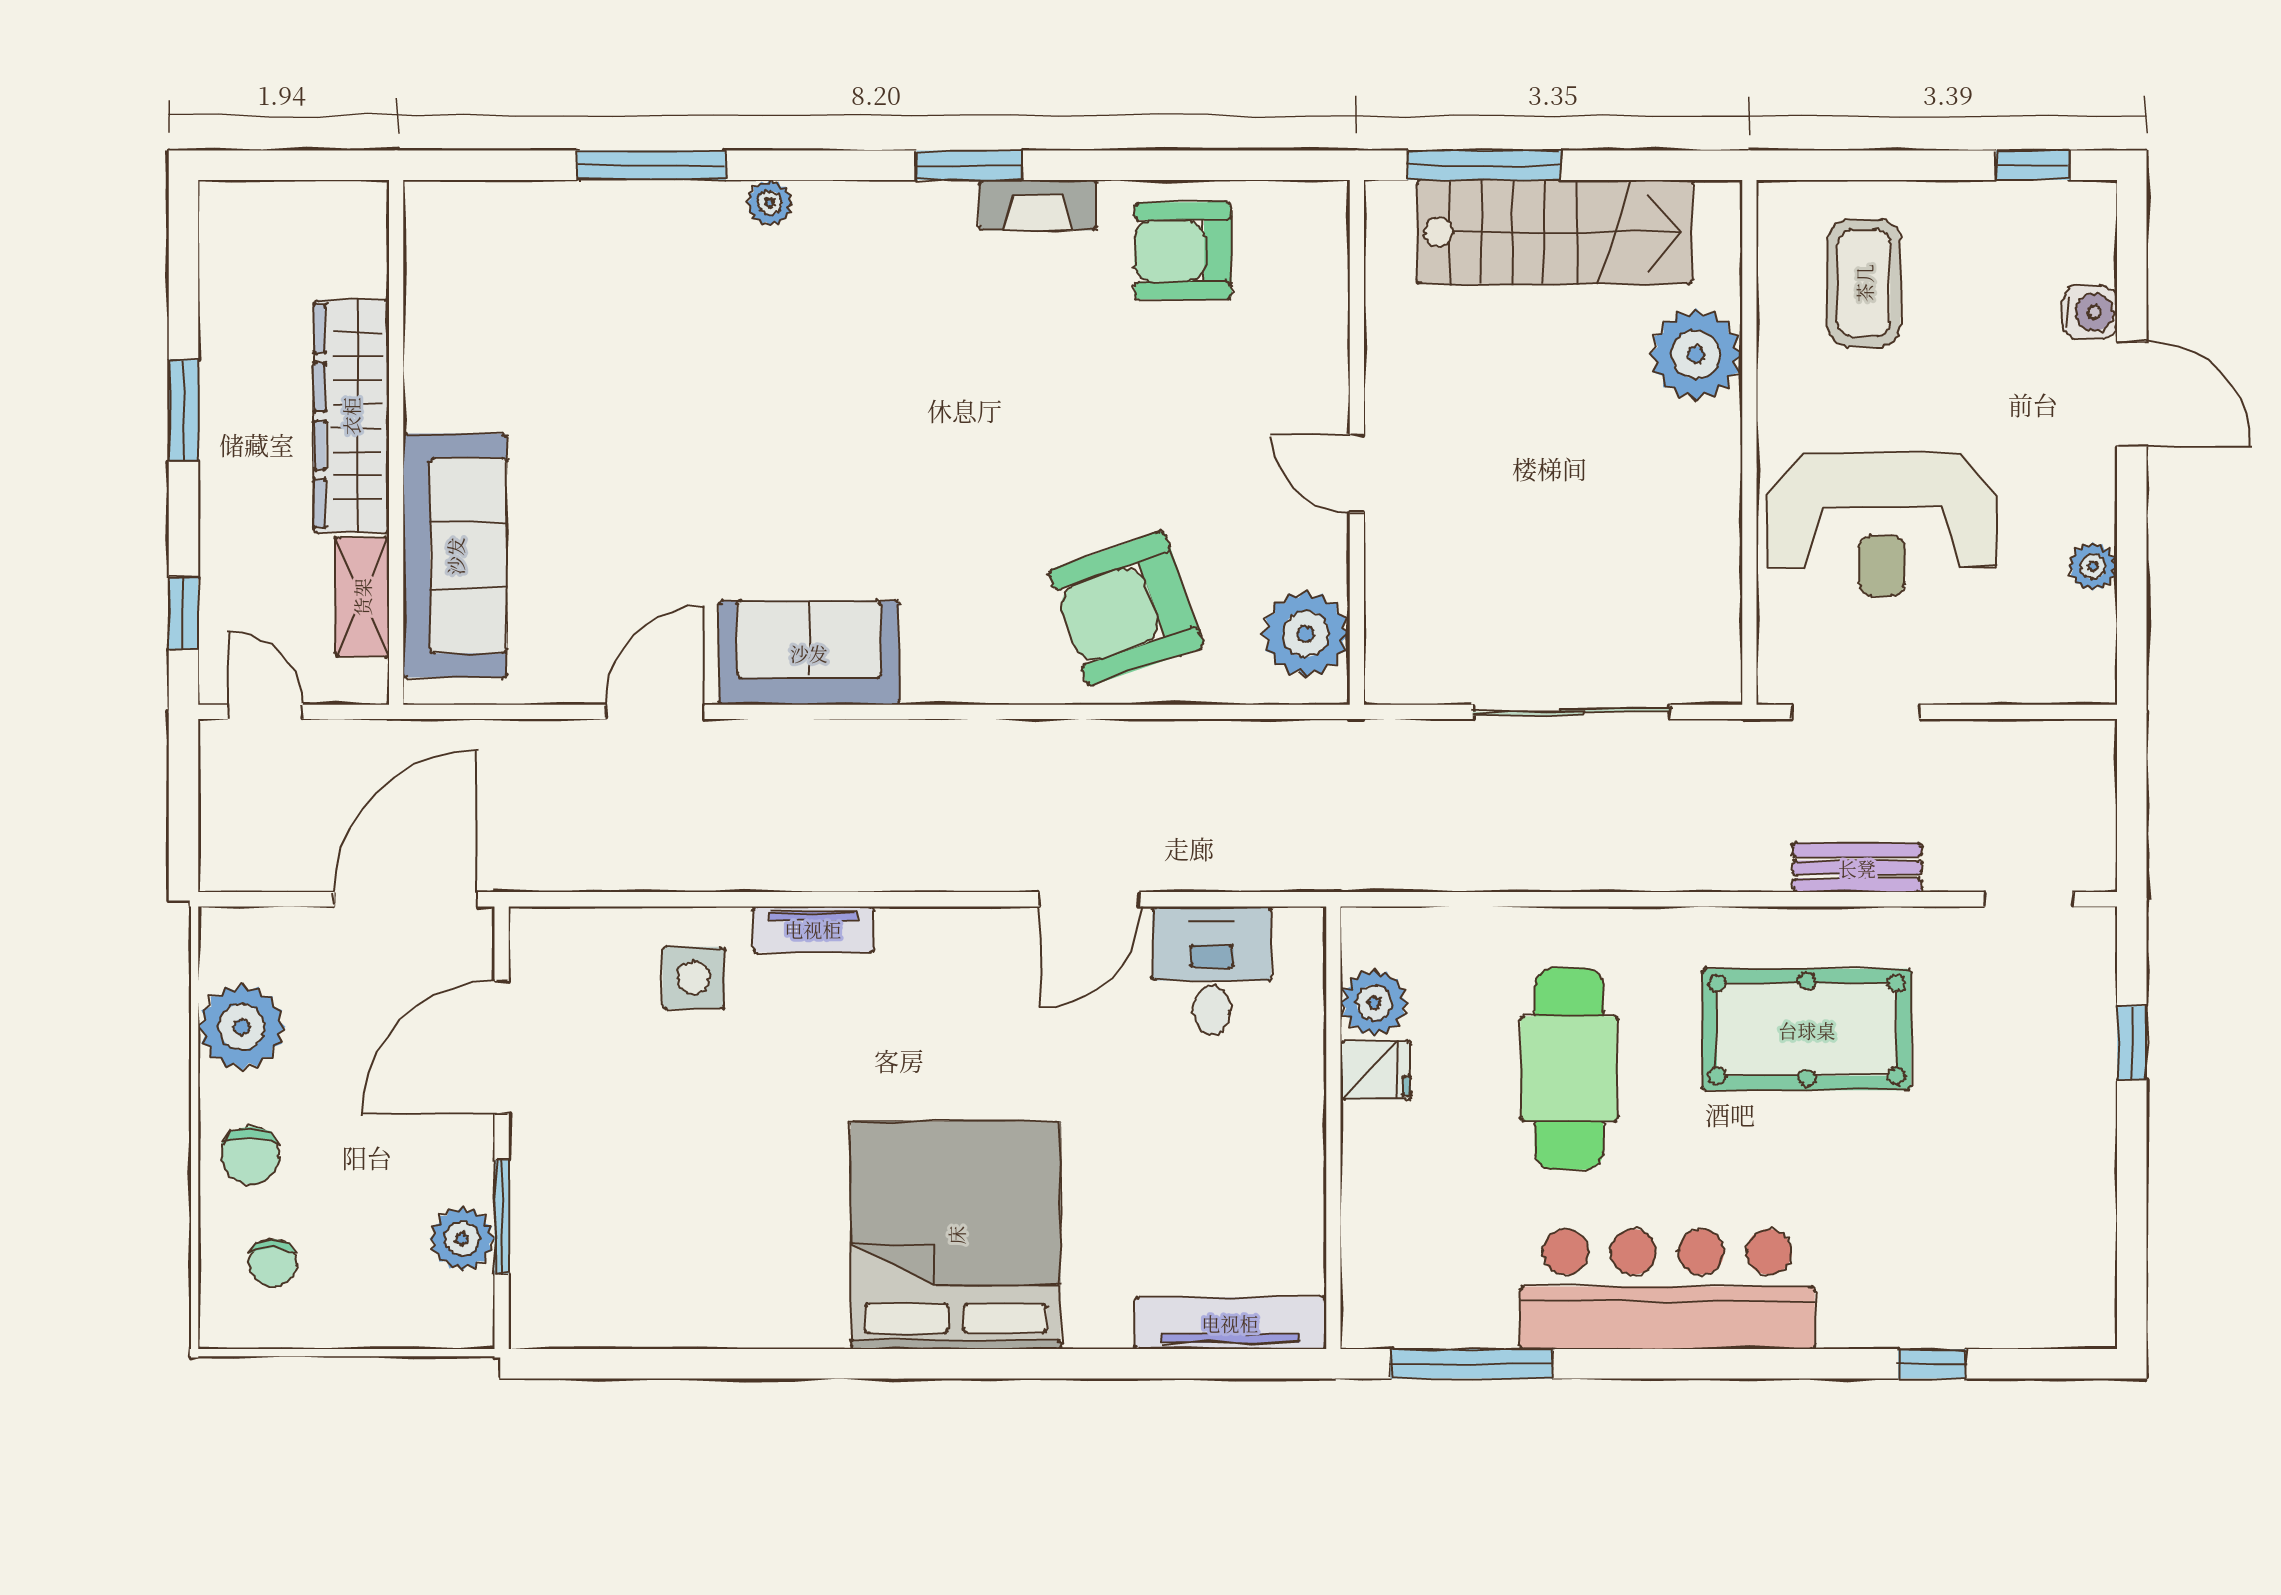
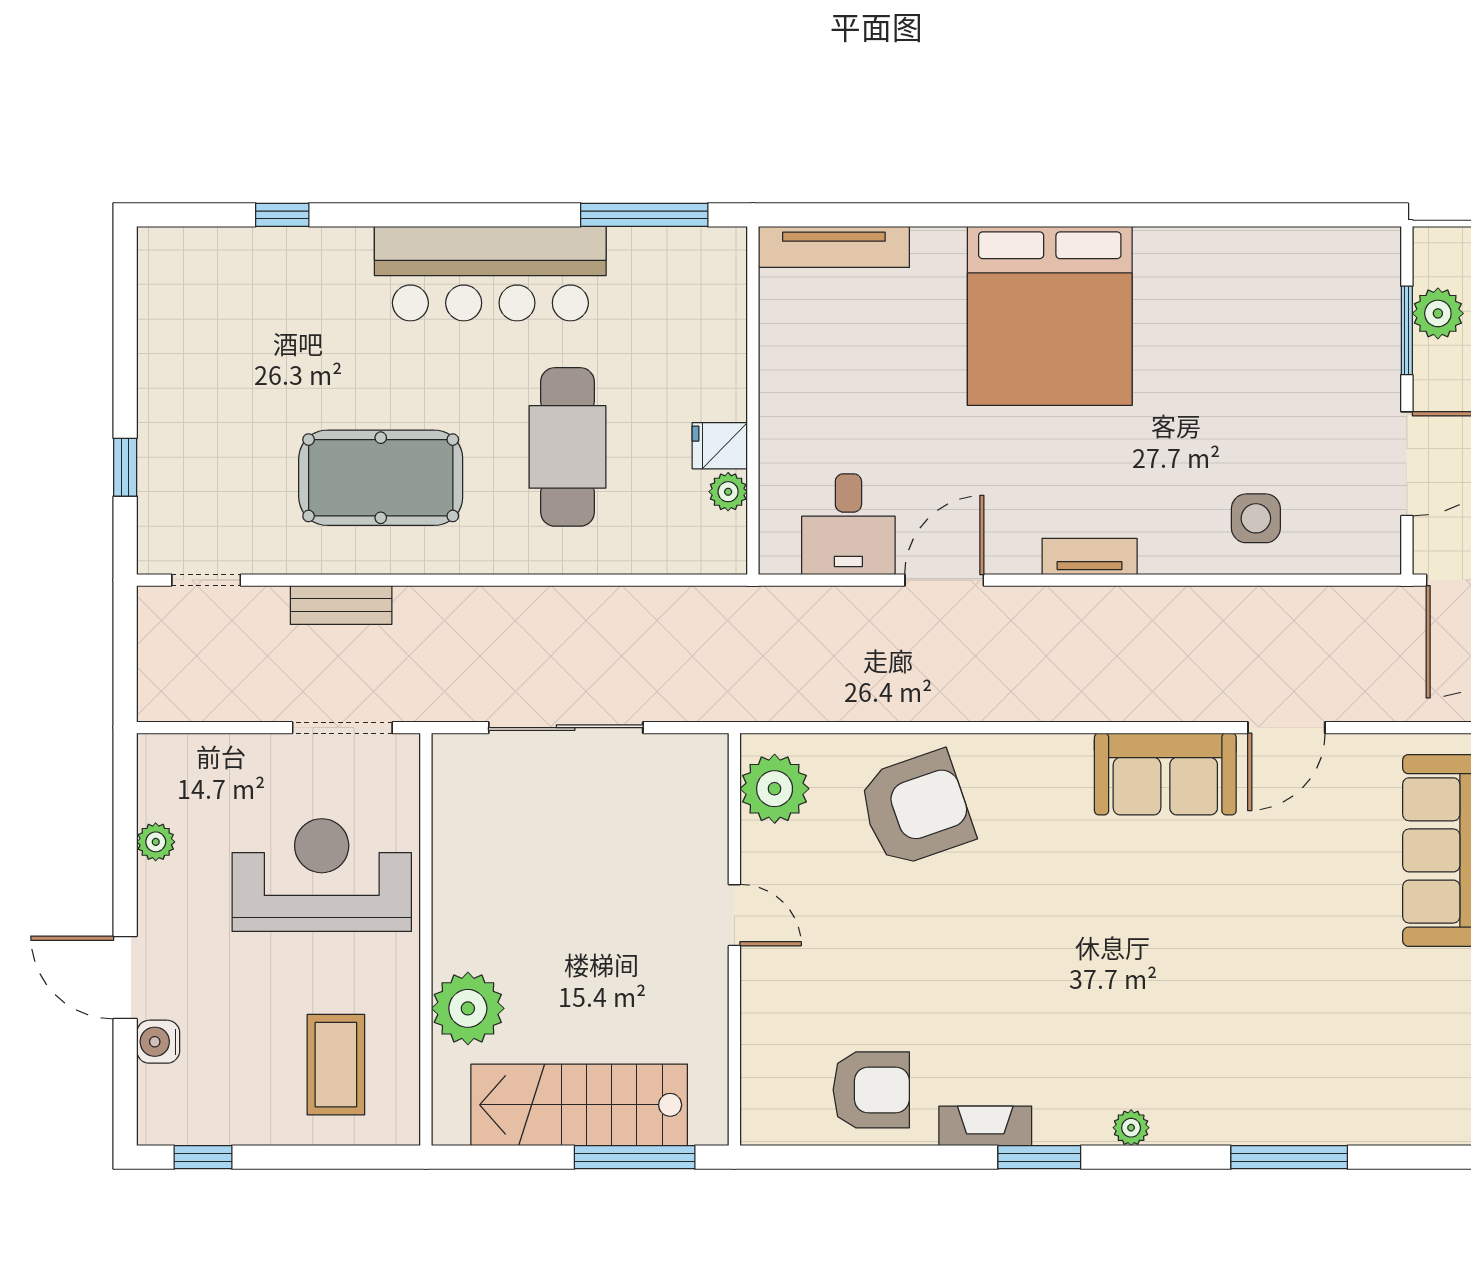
plant: (770, 203) -> (1131, 1128), moved
tv unit: (813, 929) -> (1090, 556), moved
plant: (1374, 1003) -> (728, 492), width x0.73, depth x0.73

